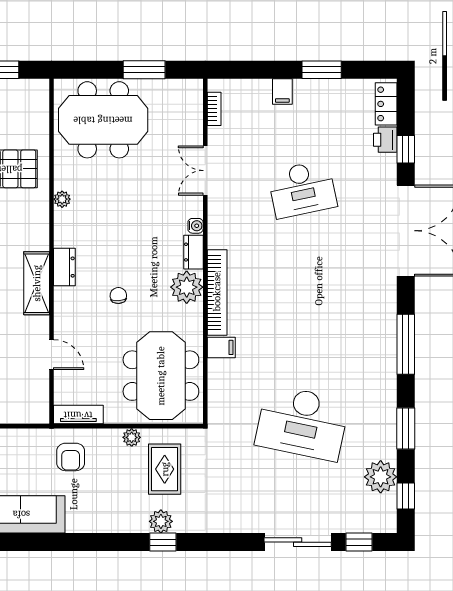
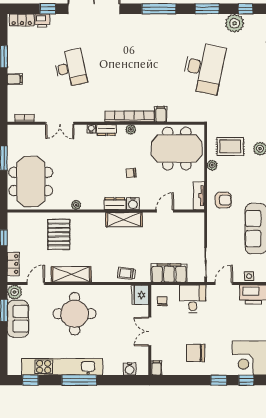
plant: (187, 287) -> (131, 129), width x0.53, depth x0.53
water cooler: (65, 299) -> (133, 203), added

